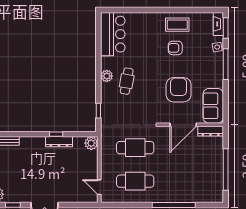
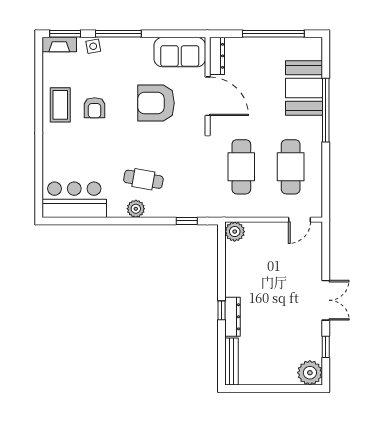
window: (56, 134) -> (221, 310), moved
dresser: (59, 142) -> (233, 317), moved
booth: (189, 190) -> (304, 88), added

